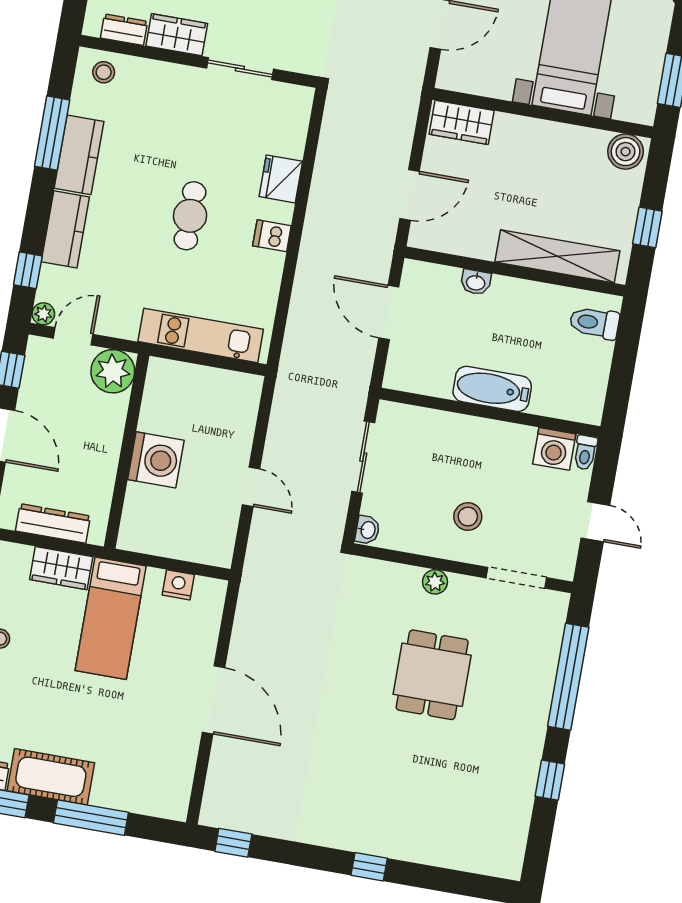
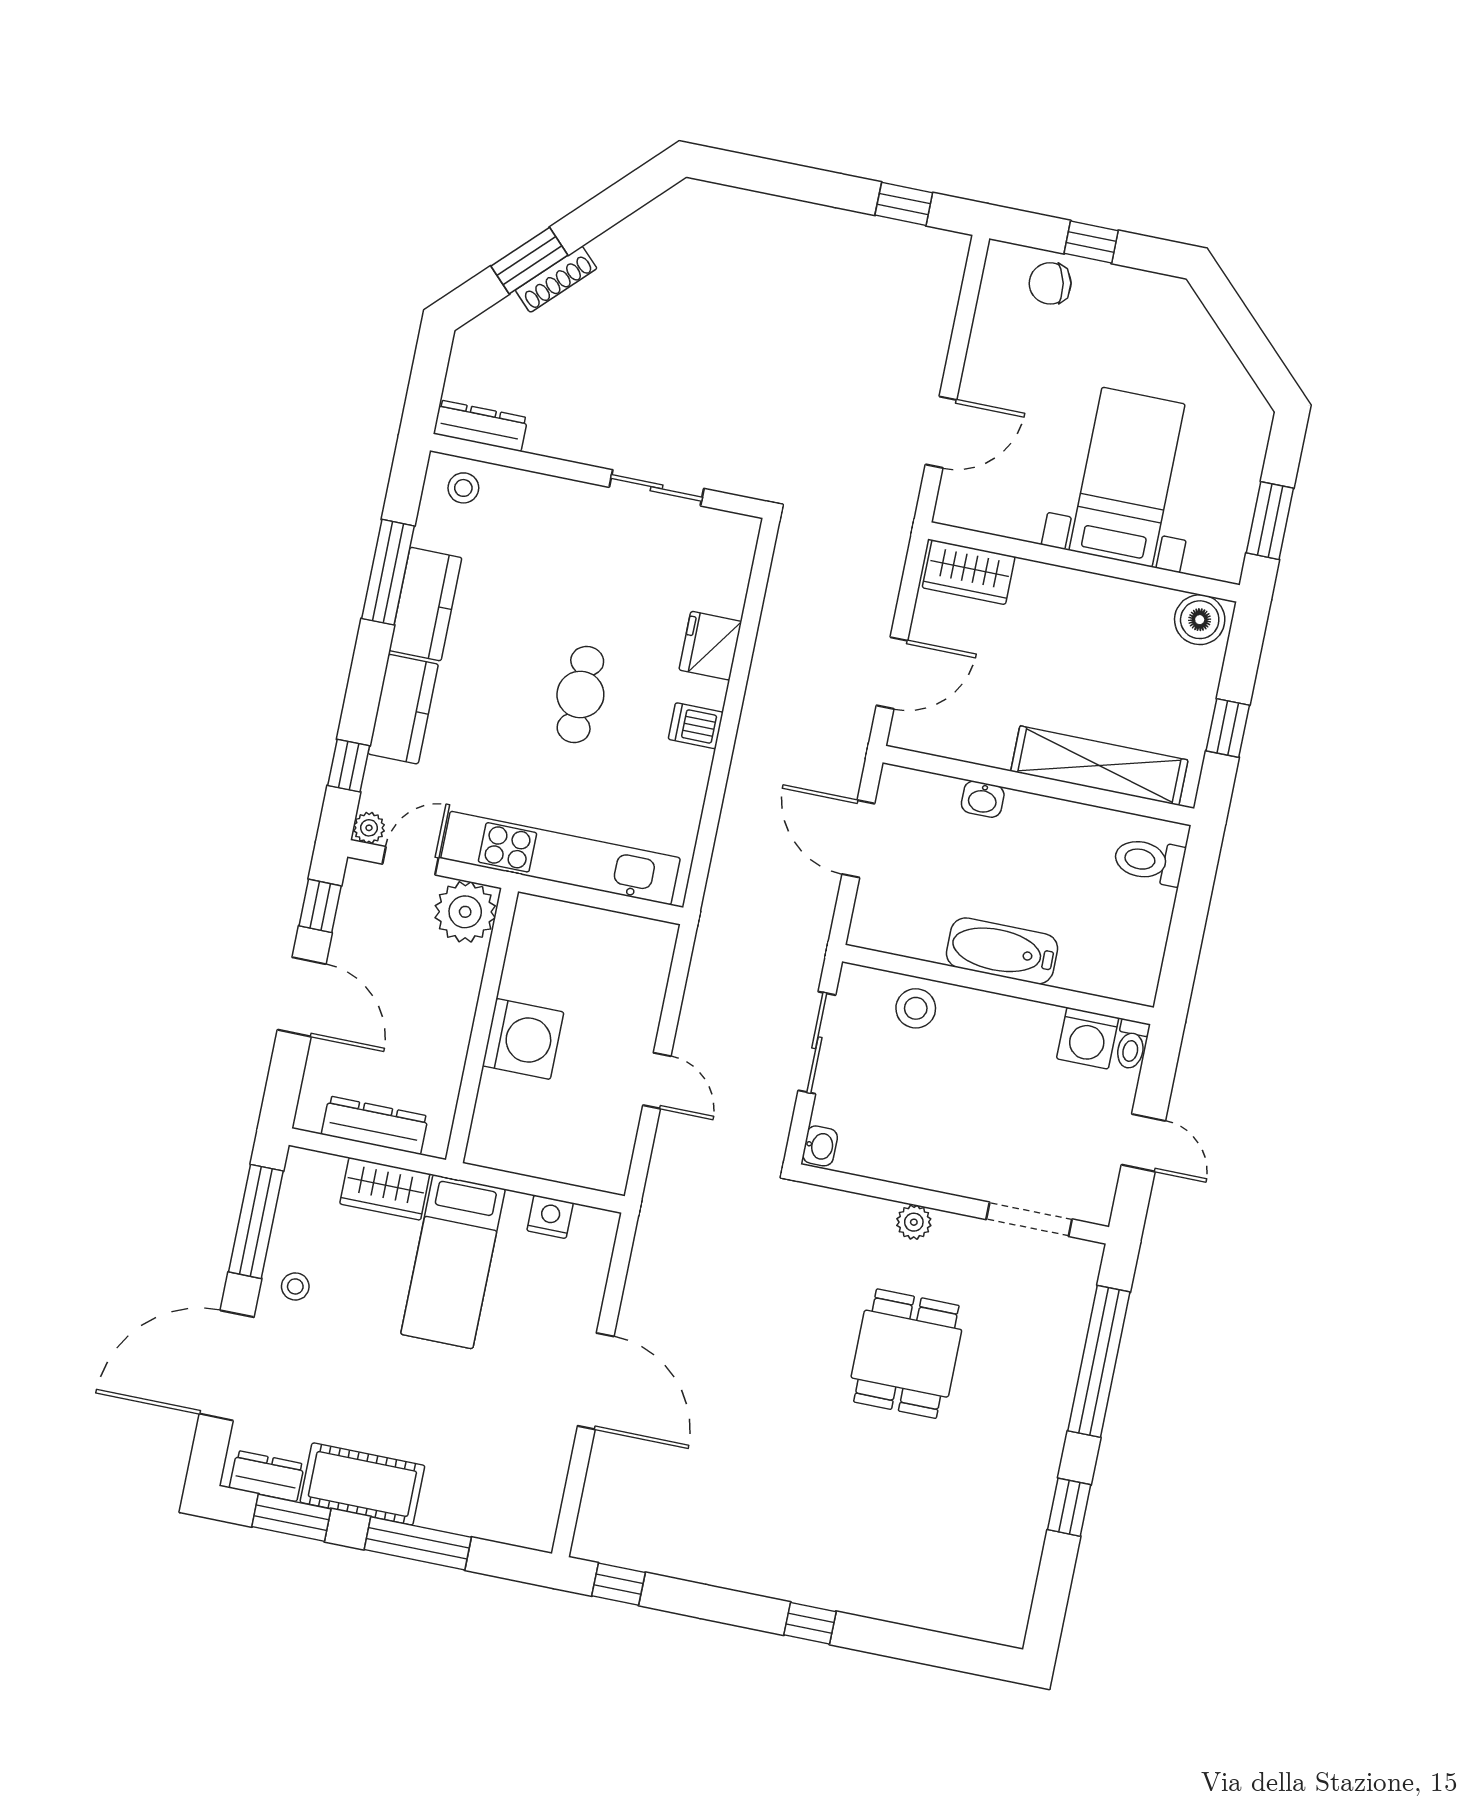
dresser: (124, 30) -> (481, 426), width x1.44
wardrobe: (177, 35) -> (568, 437), removed
kitchen unit: (201, 335) -> (560, 858), width x1.36
stool: (468, 517) -> (916, 1008), moved

